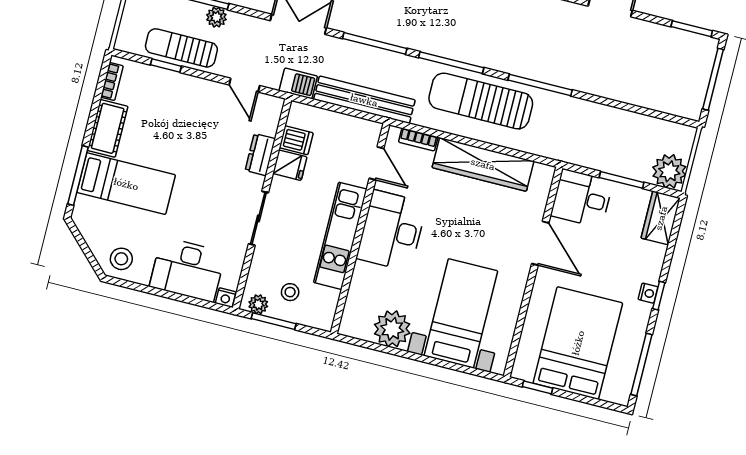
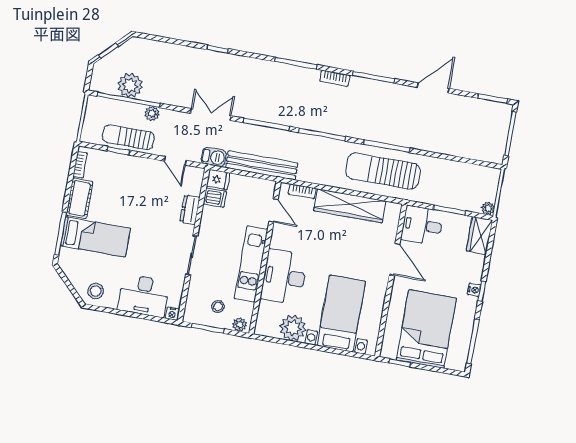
sun lounger: (481, 101) -> (383, 171), moved
fridge: (290, 165) -> (218, 180), moved
plant: (669, 171) -> (488, 208), width x0.53, depth x0.53
desk: (392, 231) -> (284, 277), moved
plant: (258, 304) -> (240, 325), moved

